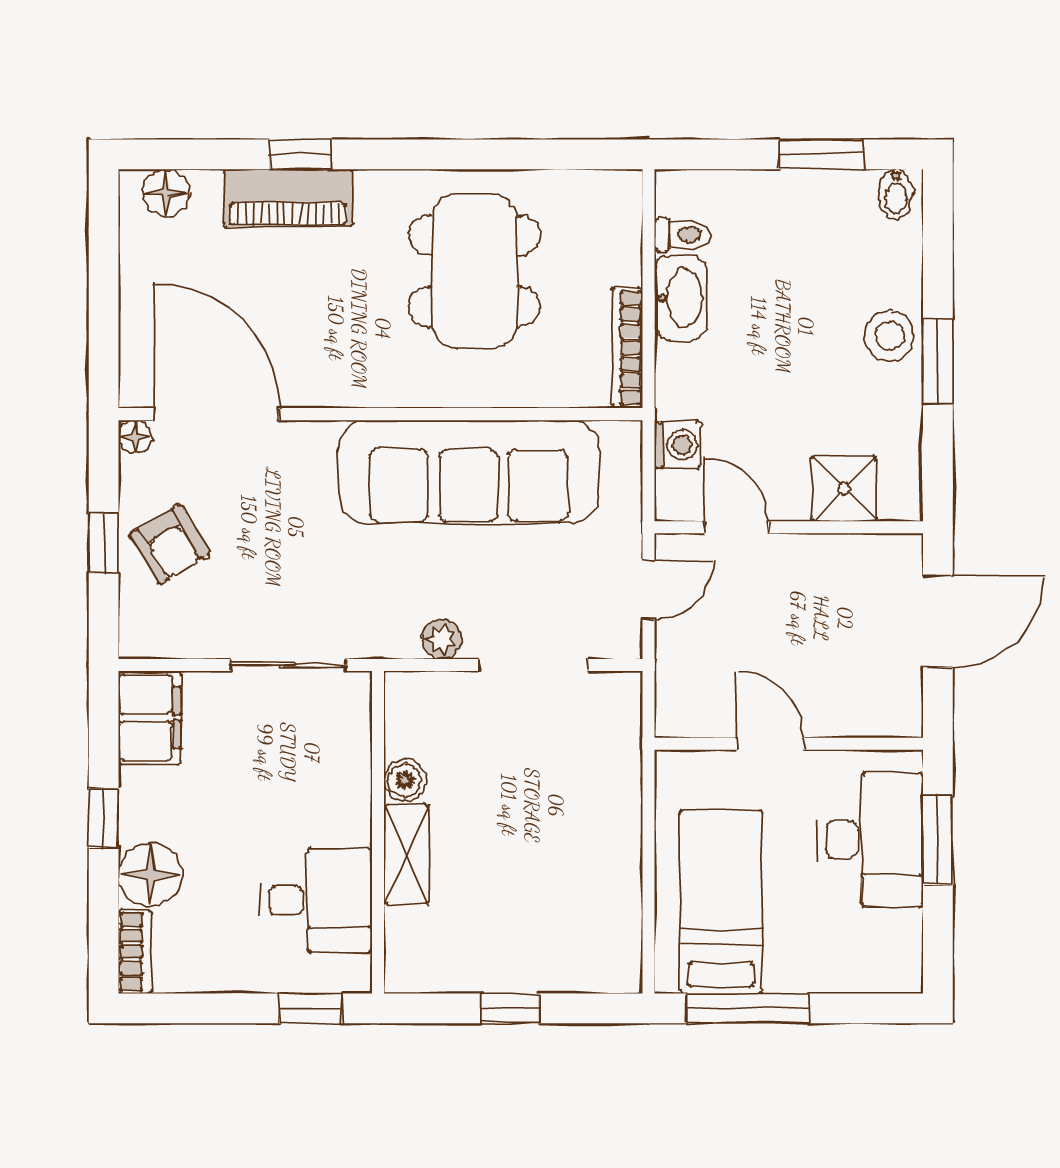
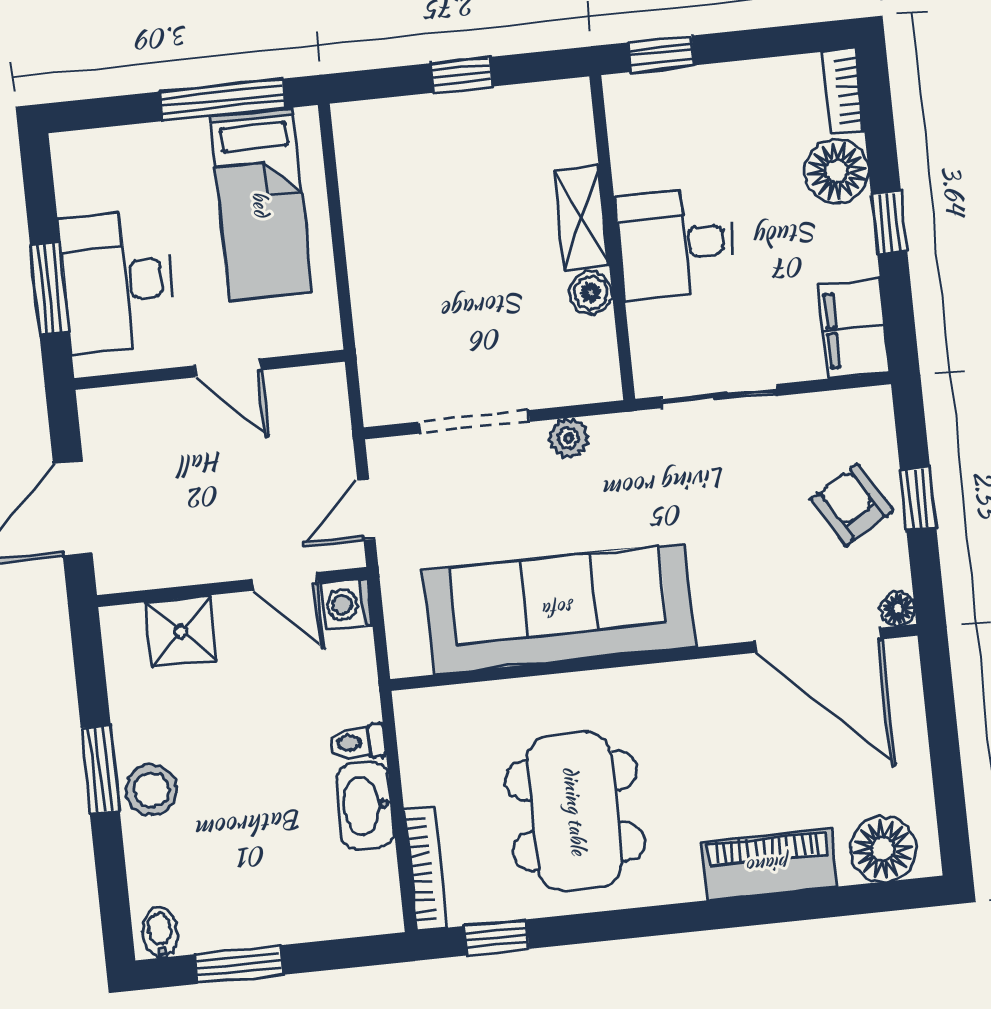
window: (300, 154) -> (497, 937), moved
floor lamp: (166, 193) -> (883, 849), width x1.38, depth x1.38
toilet: (682, 234) -> (357, 742), moved
bookcase: (627, 348) -> (426, 869), moved
washing machine: (678, 445) -> (347, 604), moved
desk: (316, 900) -> (676, 244), moved

